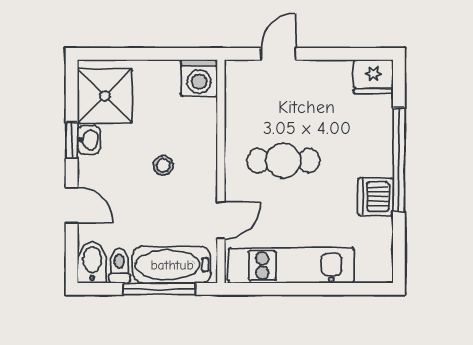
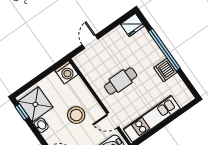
window: (72, 140) -> (22, 112), moved
stool: (163, 165) -> (76, 115), width x1.89, depth x1.89
door: (221, 220) -> (113, 120), swing flipped

